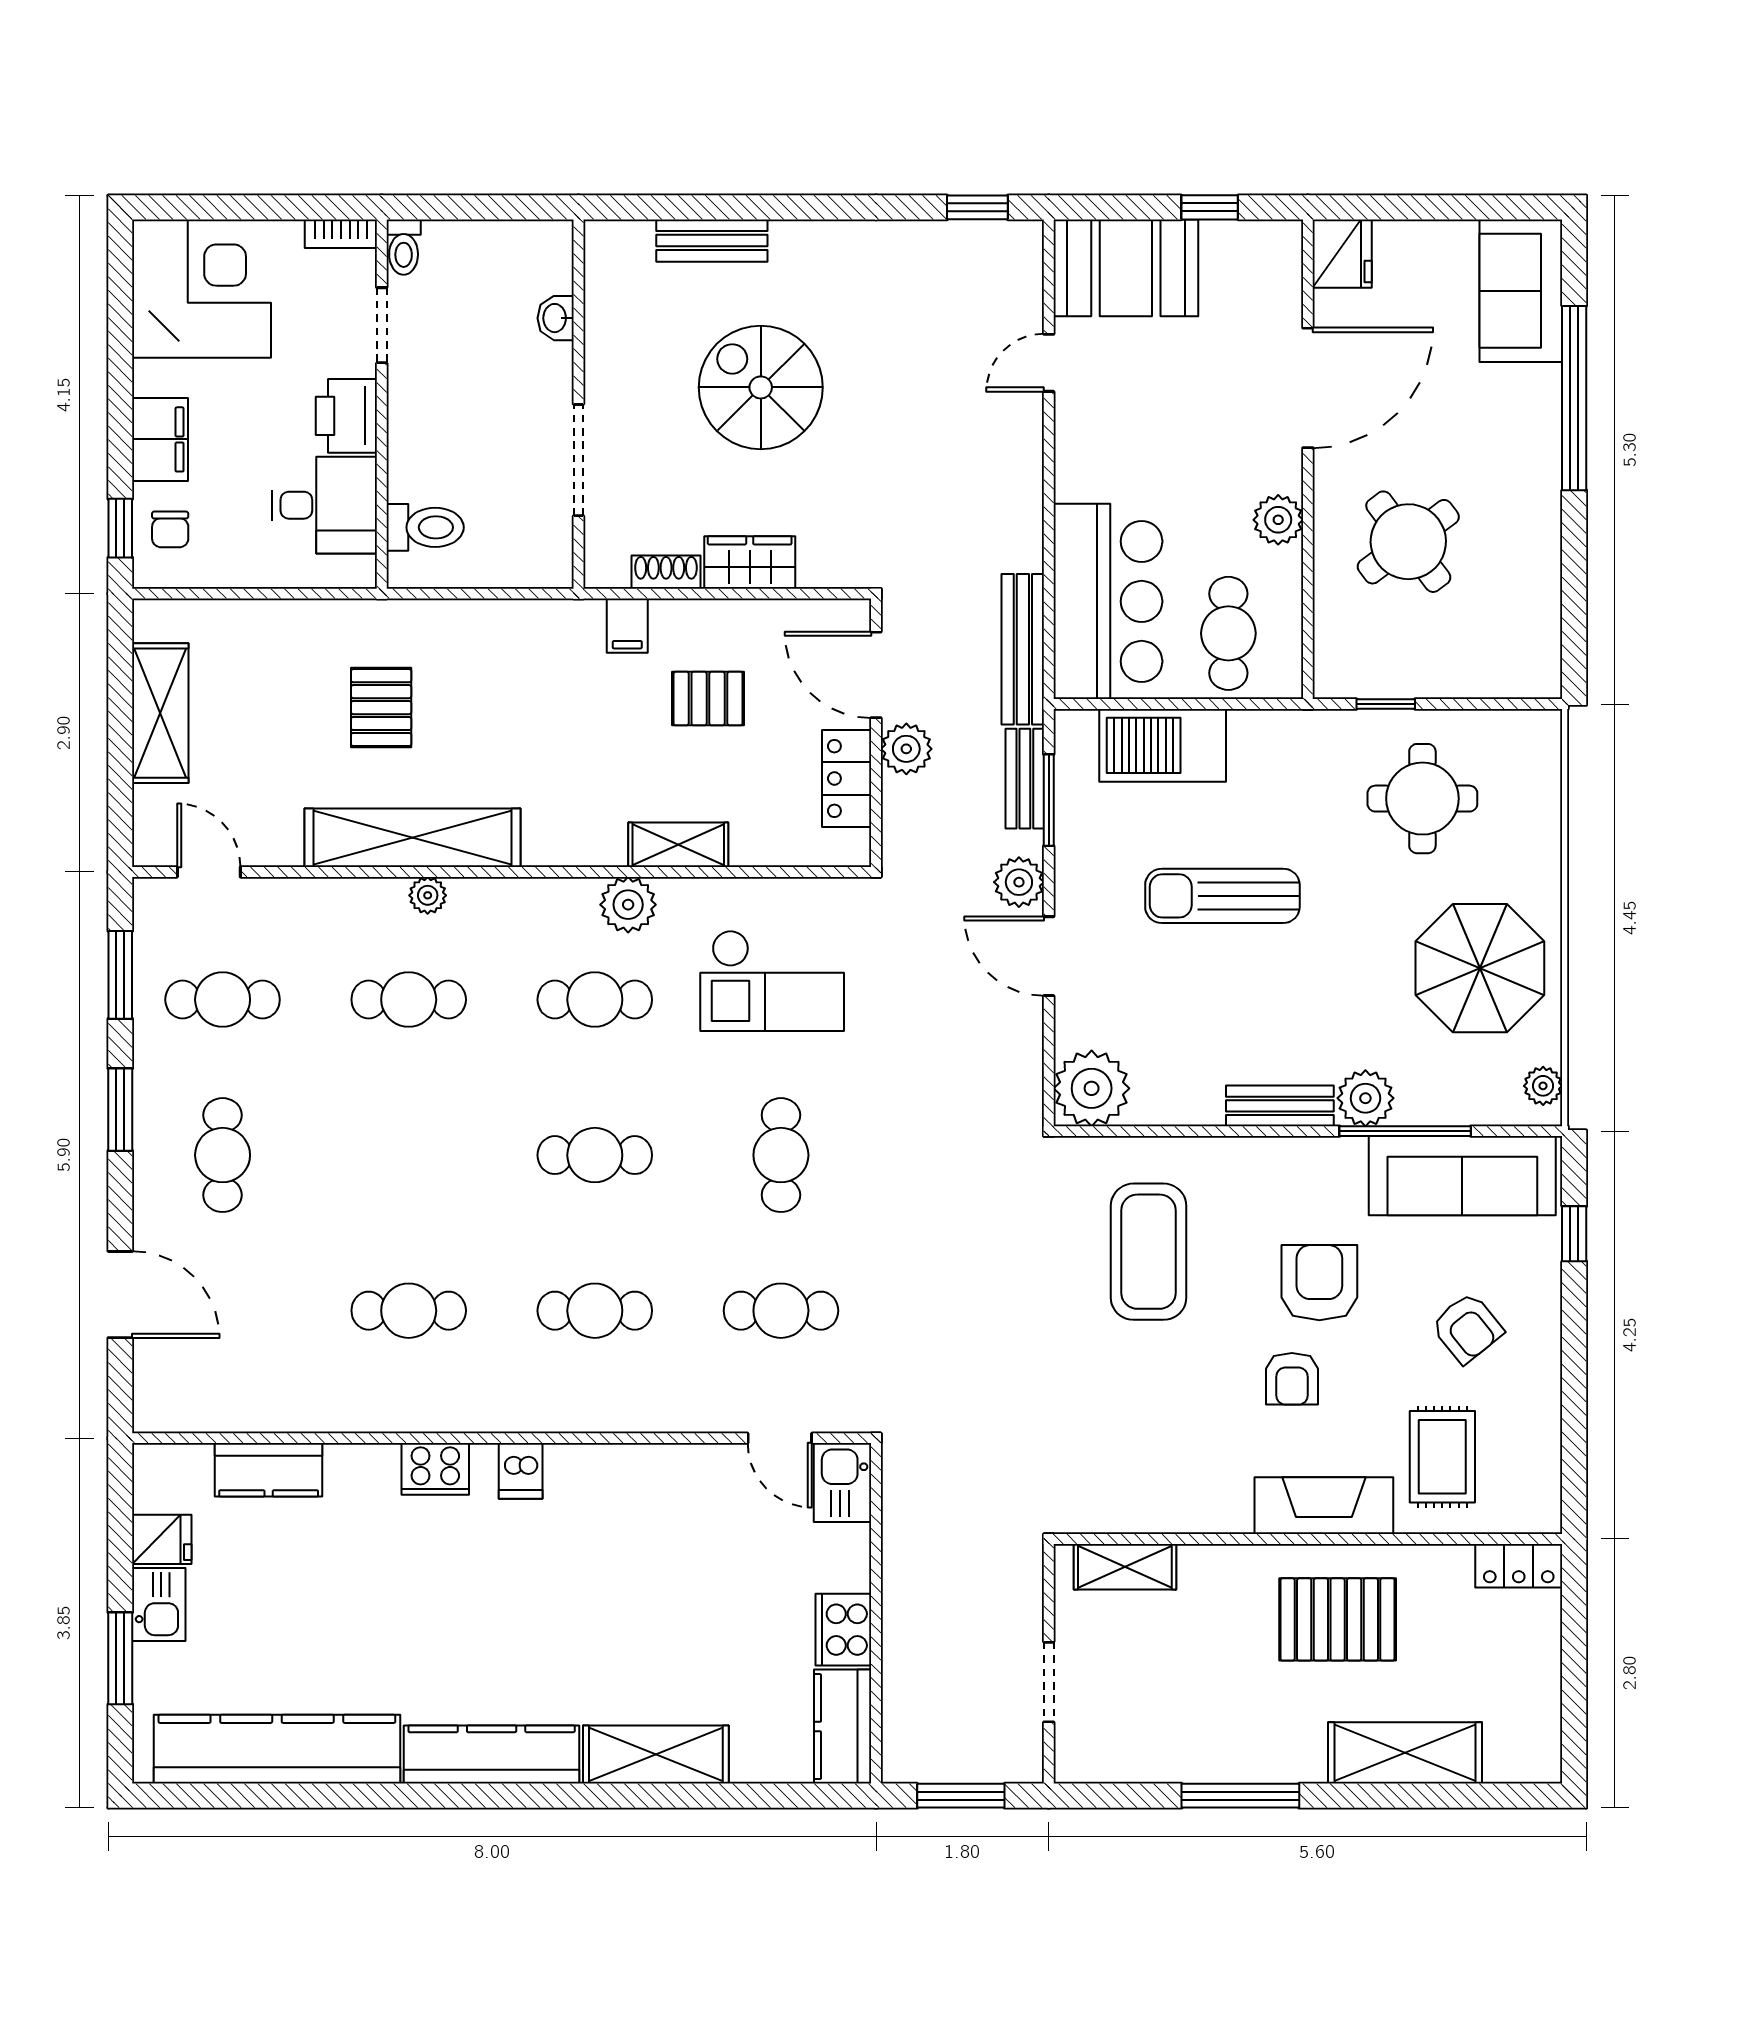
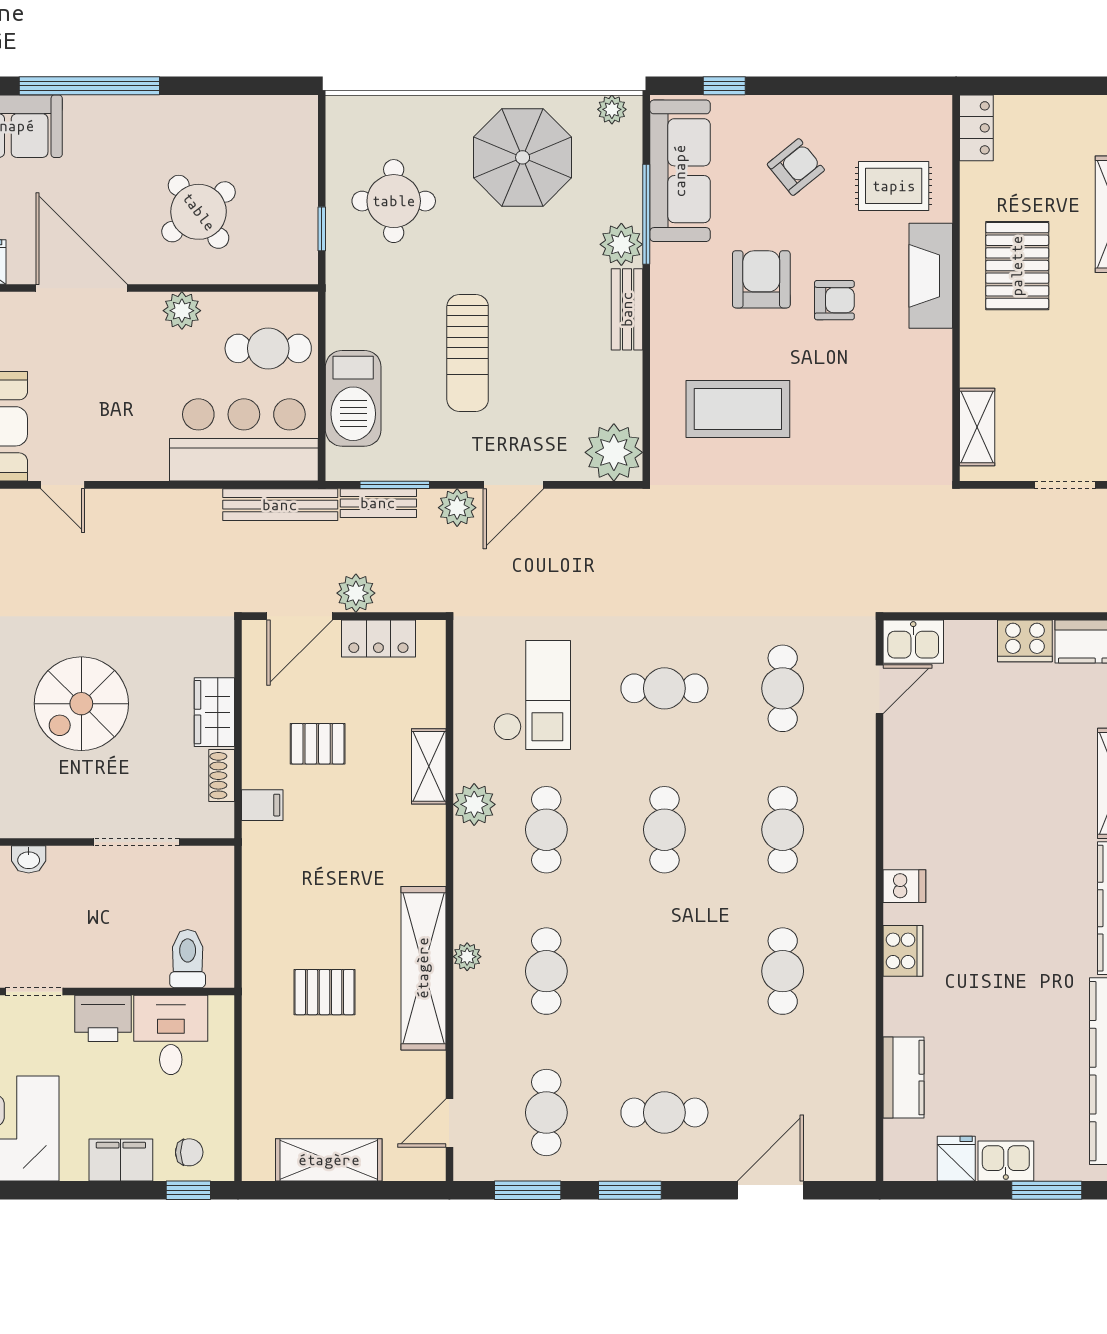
pallet: (708, 699) -> (318, 744), turned 90
armchair: (1319, 1283) -> (761, 279), turned 90

